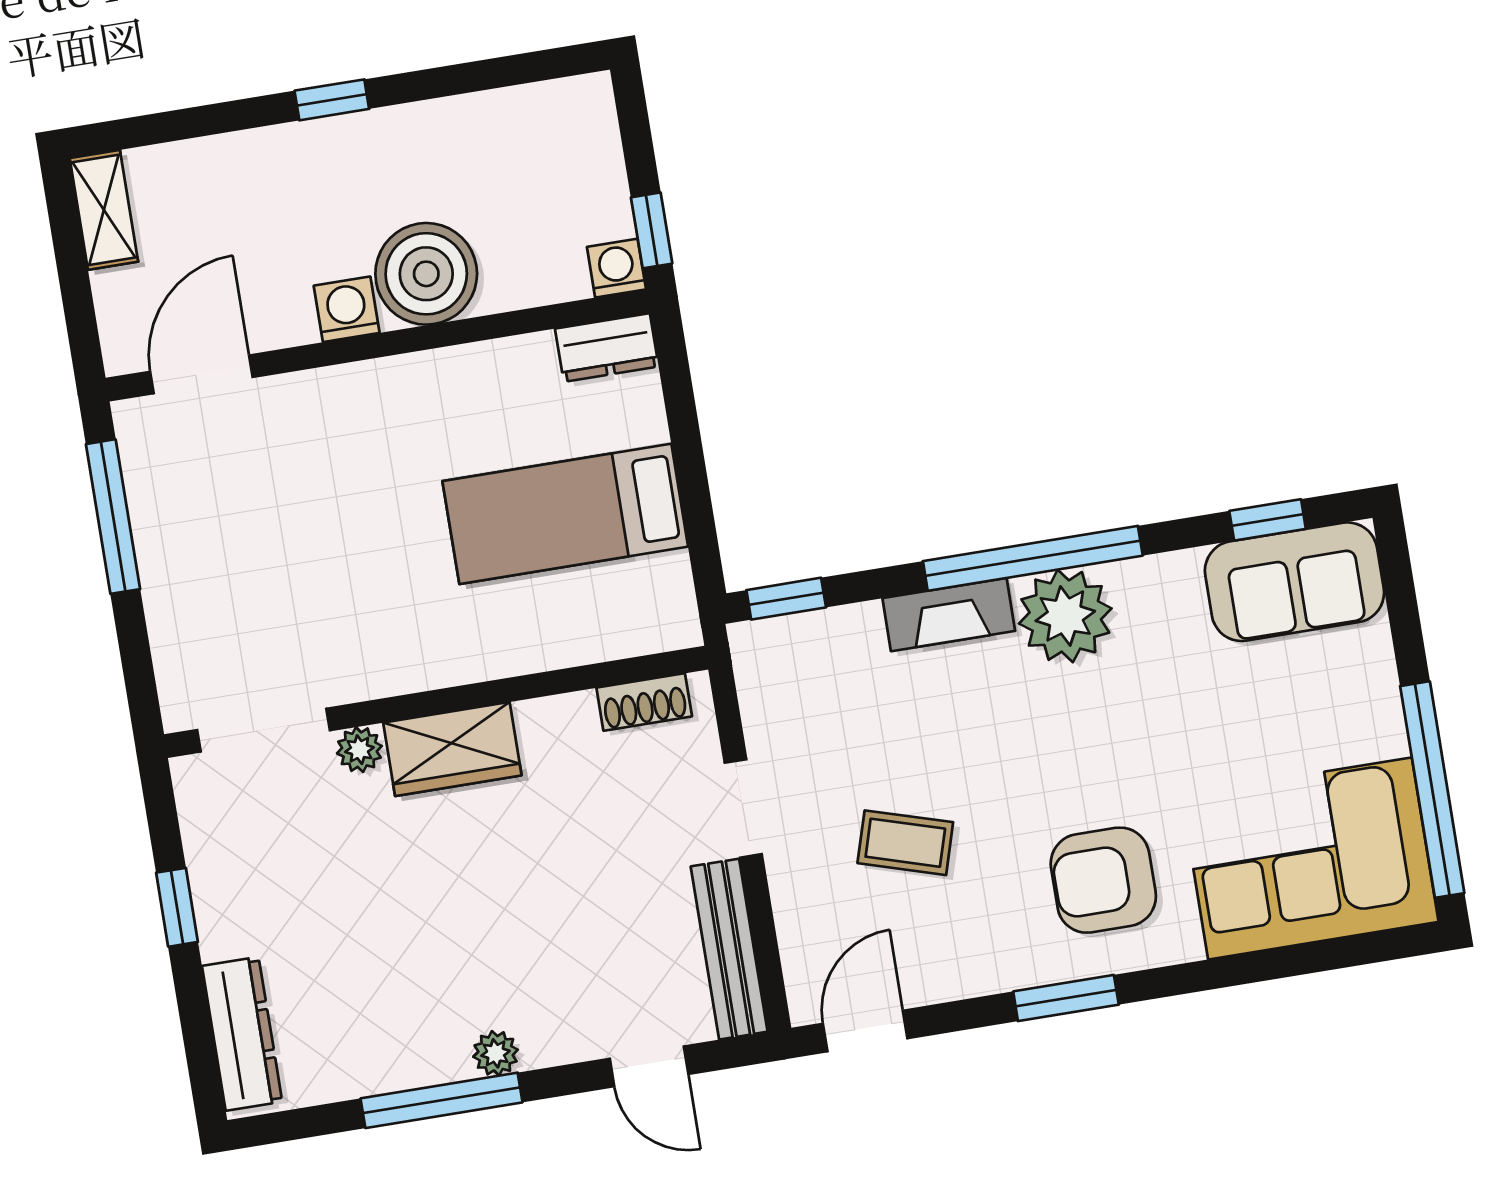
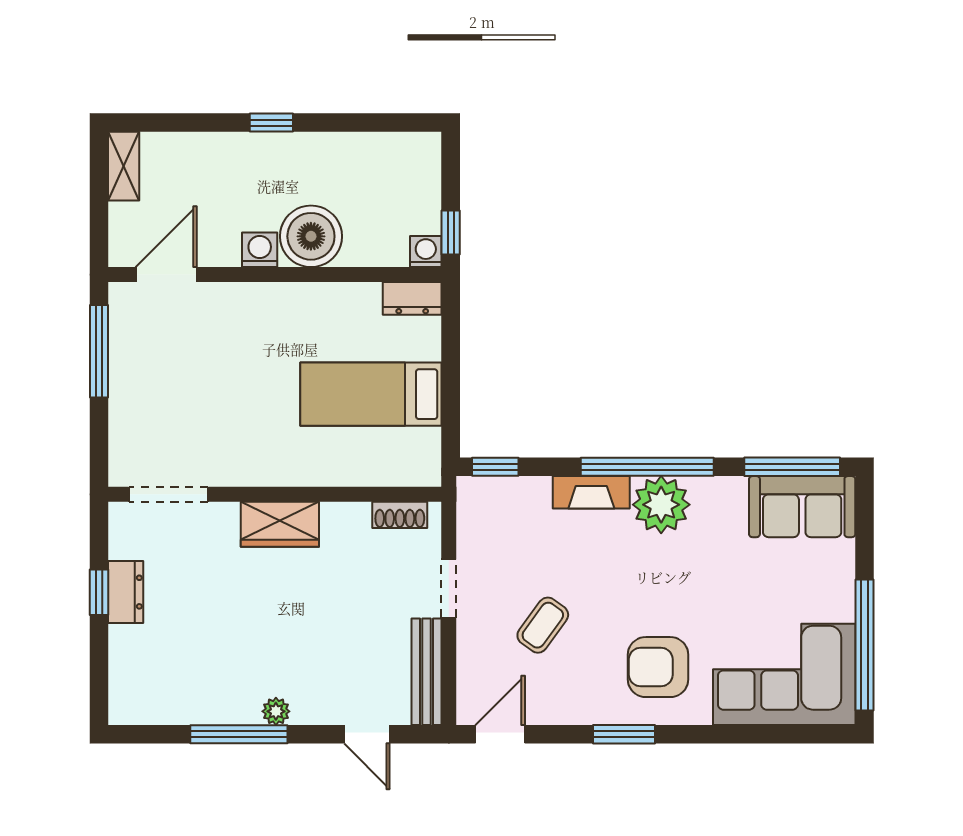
window: (1268, 520) -> (792, 467), width x2.17
plant: (359, 750) -> (224, 515), removed
coffee table: (905, 843) -> (543, 625), turned -71
dresser: (242, 1034) -> (126, 592), moved, width x0.70

